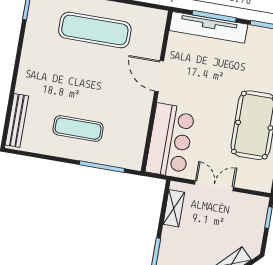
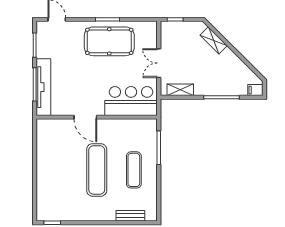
exercise mat: (95, 30) -> (97, 170), moved
door: (159, 76) -> (85, 117), hinge flipped
bench: (17, 120) -> (130, 216), width x0.73

